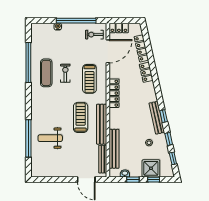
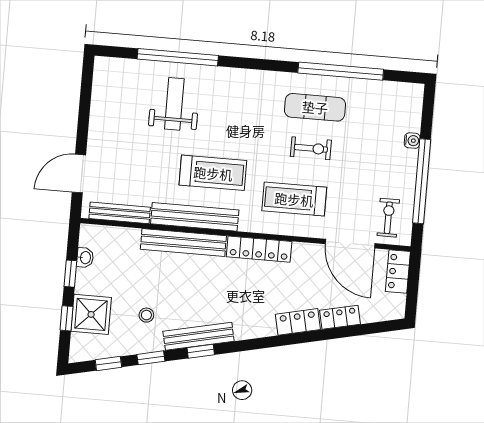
locker: (141, 48) -> (340, 317), width x0.66
bench: (114, 149) -> (183, 243), moved

